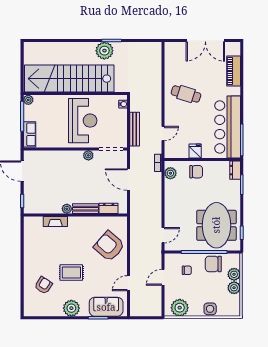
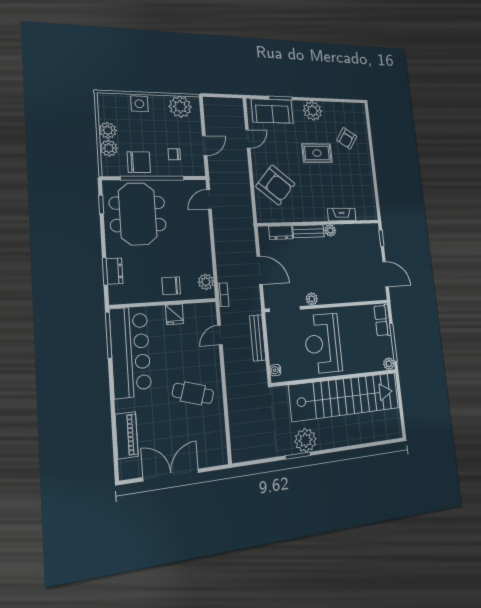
dresser: (235, 170) -> (115, 271), moved

